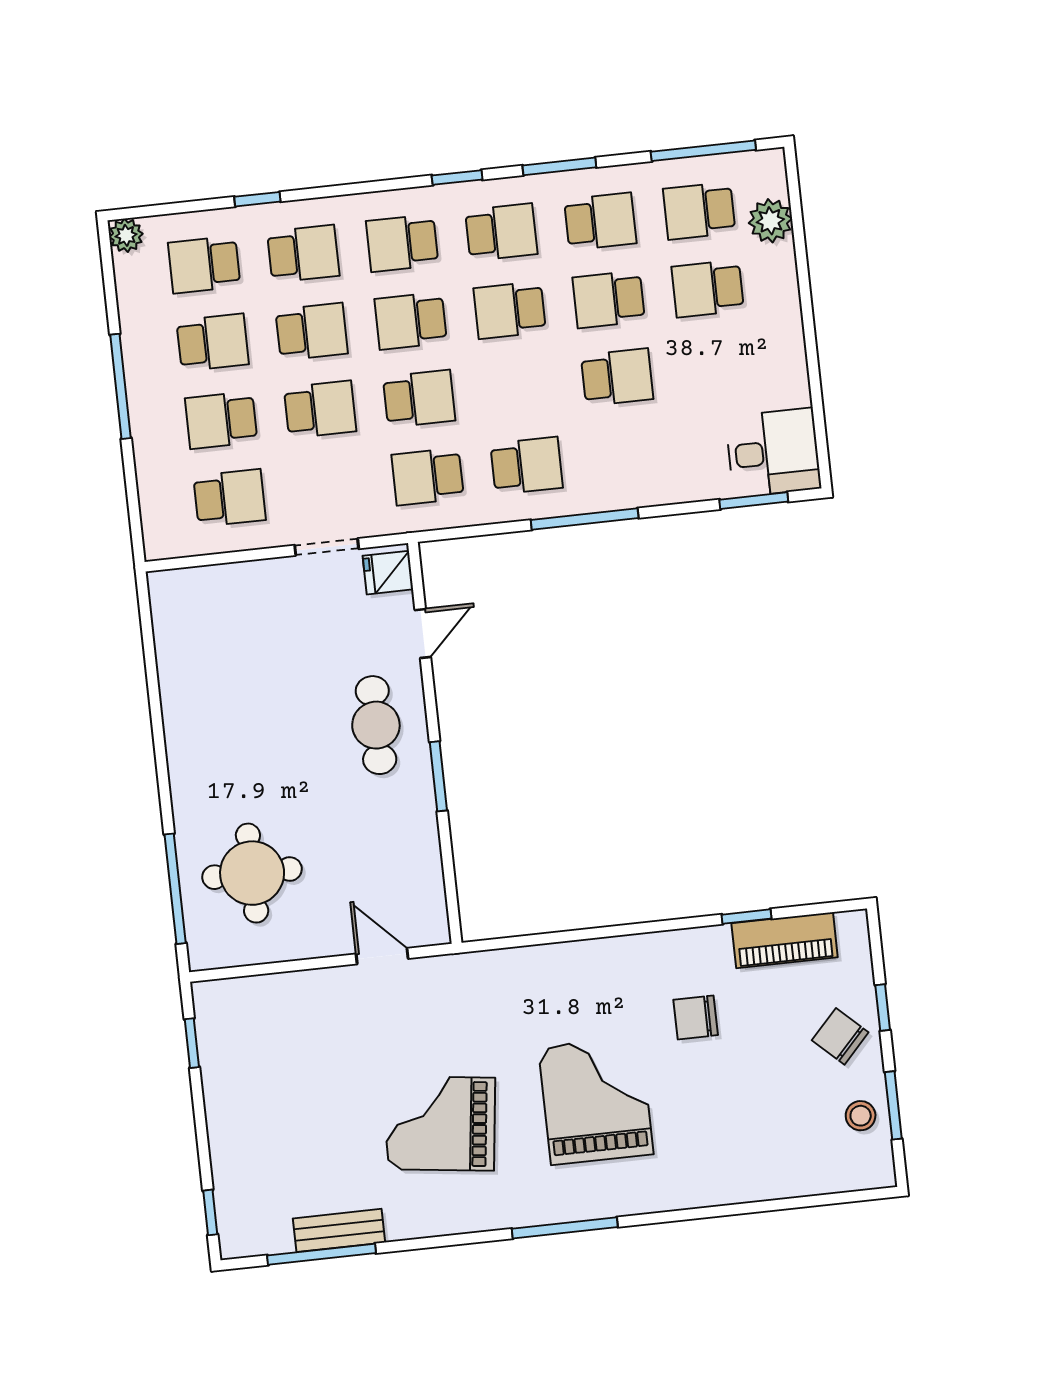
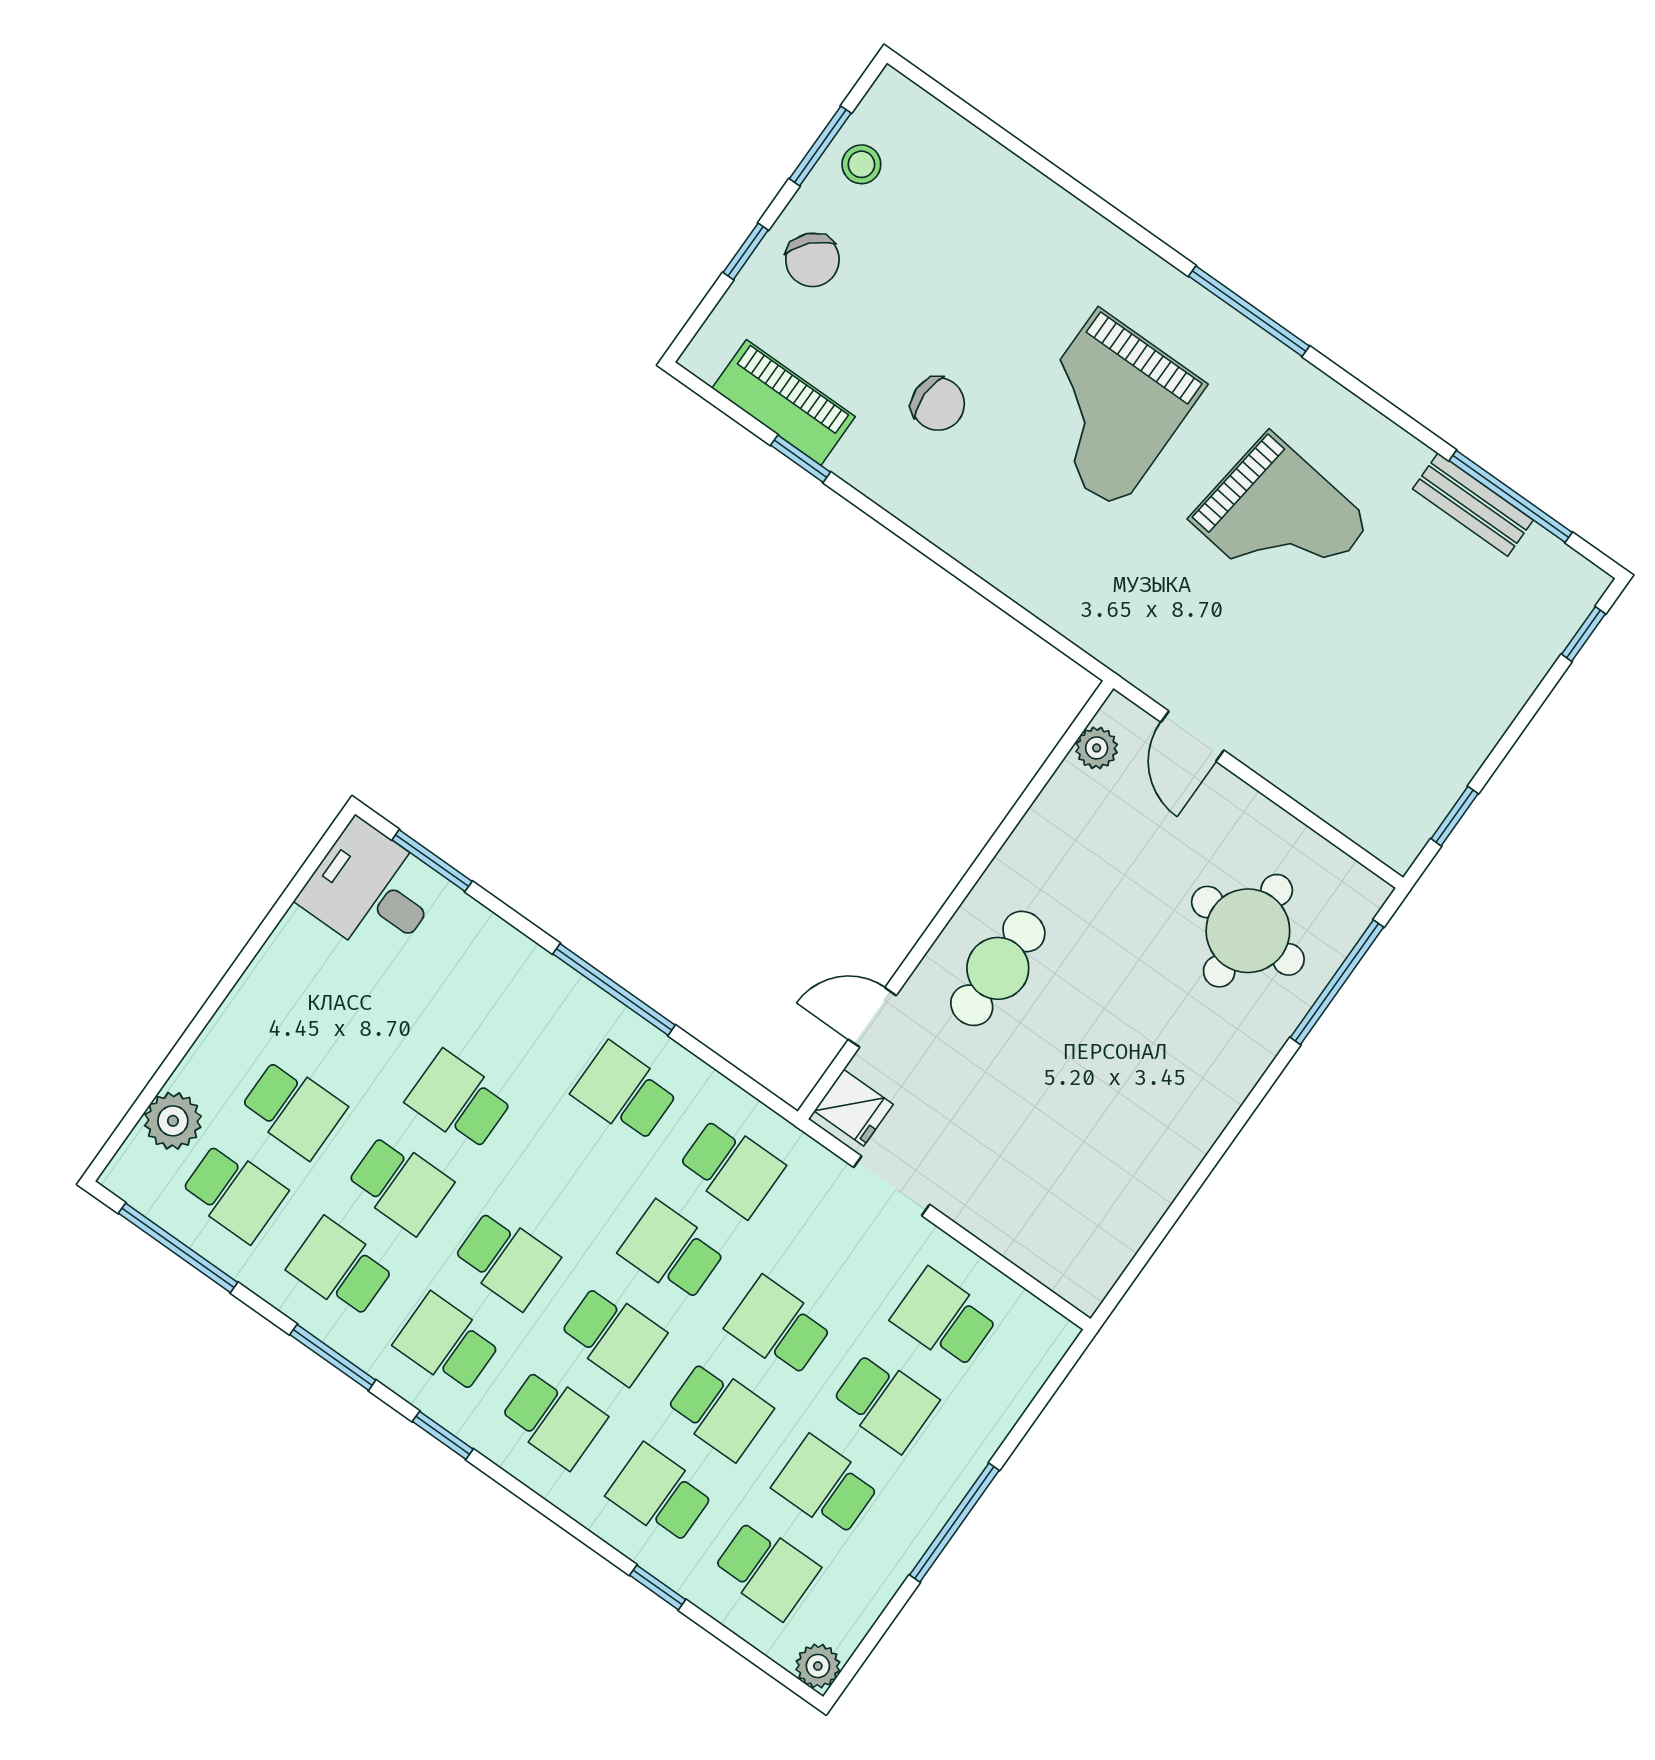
school desk: (312, 332) -> (719, 1410), turned 180
window: (438, 776) -> (981, 864), removed
plant: (431, 901) -> (1097, 748), added

